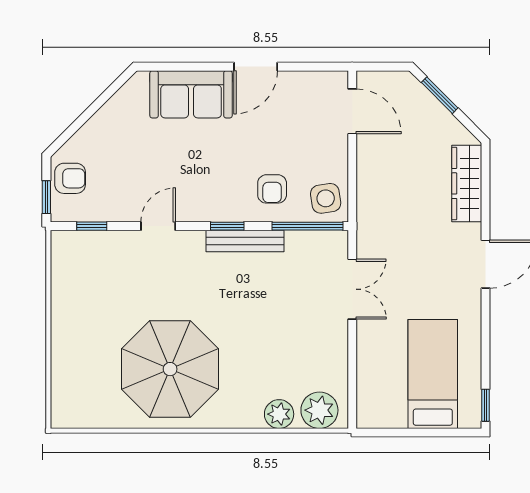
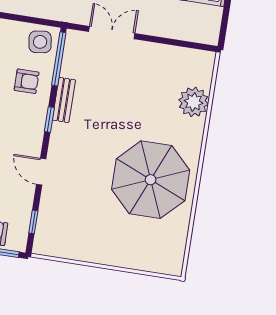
bench: (245, 241) -> (64, 100), width x0.73
plant: (319, 410) -> (199, 72), removed
plant: (279, 414) -> (194, 102), width x1.36, depth x1.36

